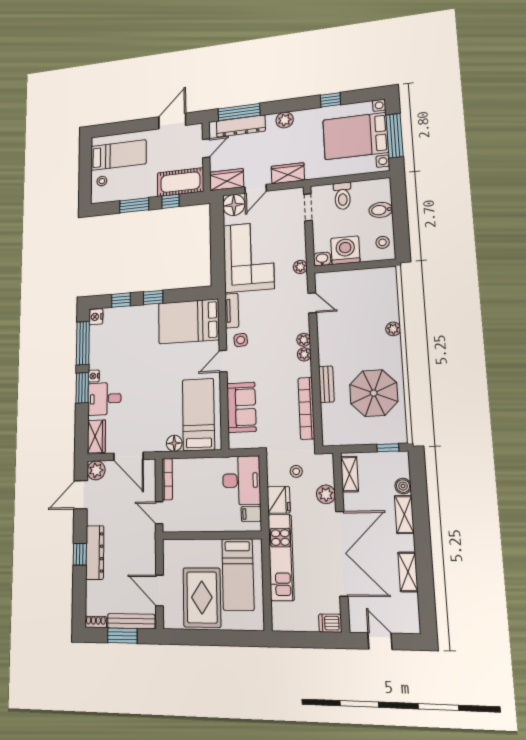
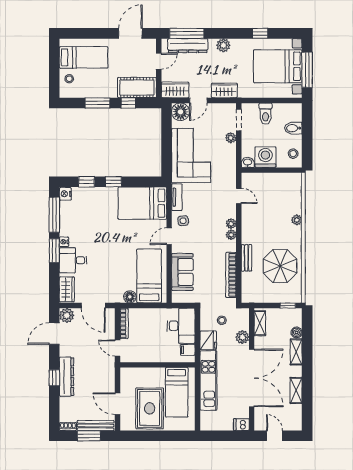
plant: (300, 267) -> (231, 138), moved

